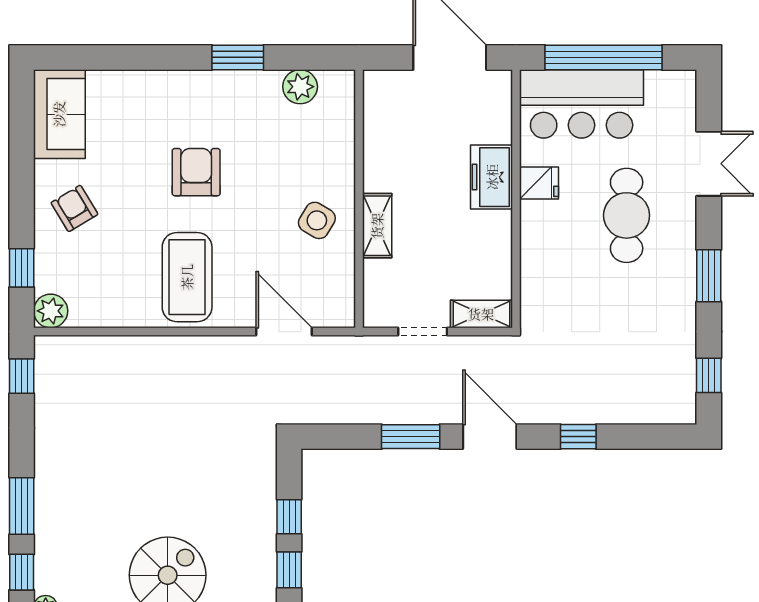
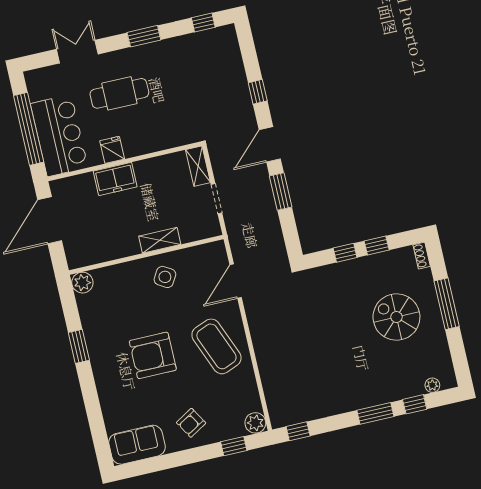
plant: (300, 87) -> (82, 283), moved
armchair: (196, 172) -> (153, 355), width x1.36, depth x1.36
coffee table: (187, 277) -> (216, 346), turned 68

